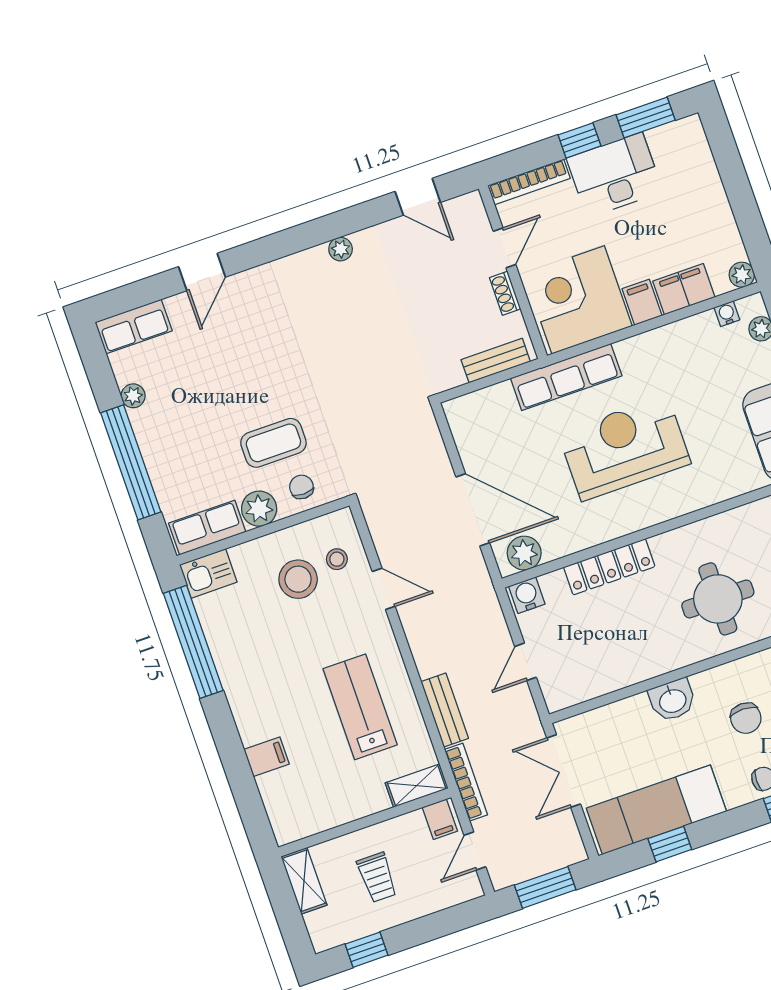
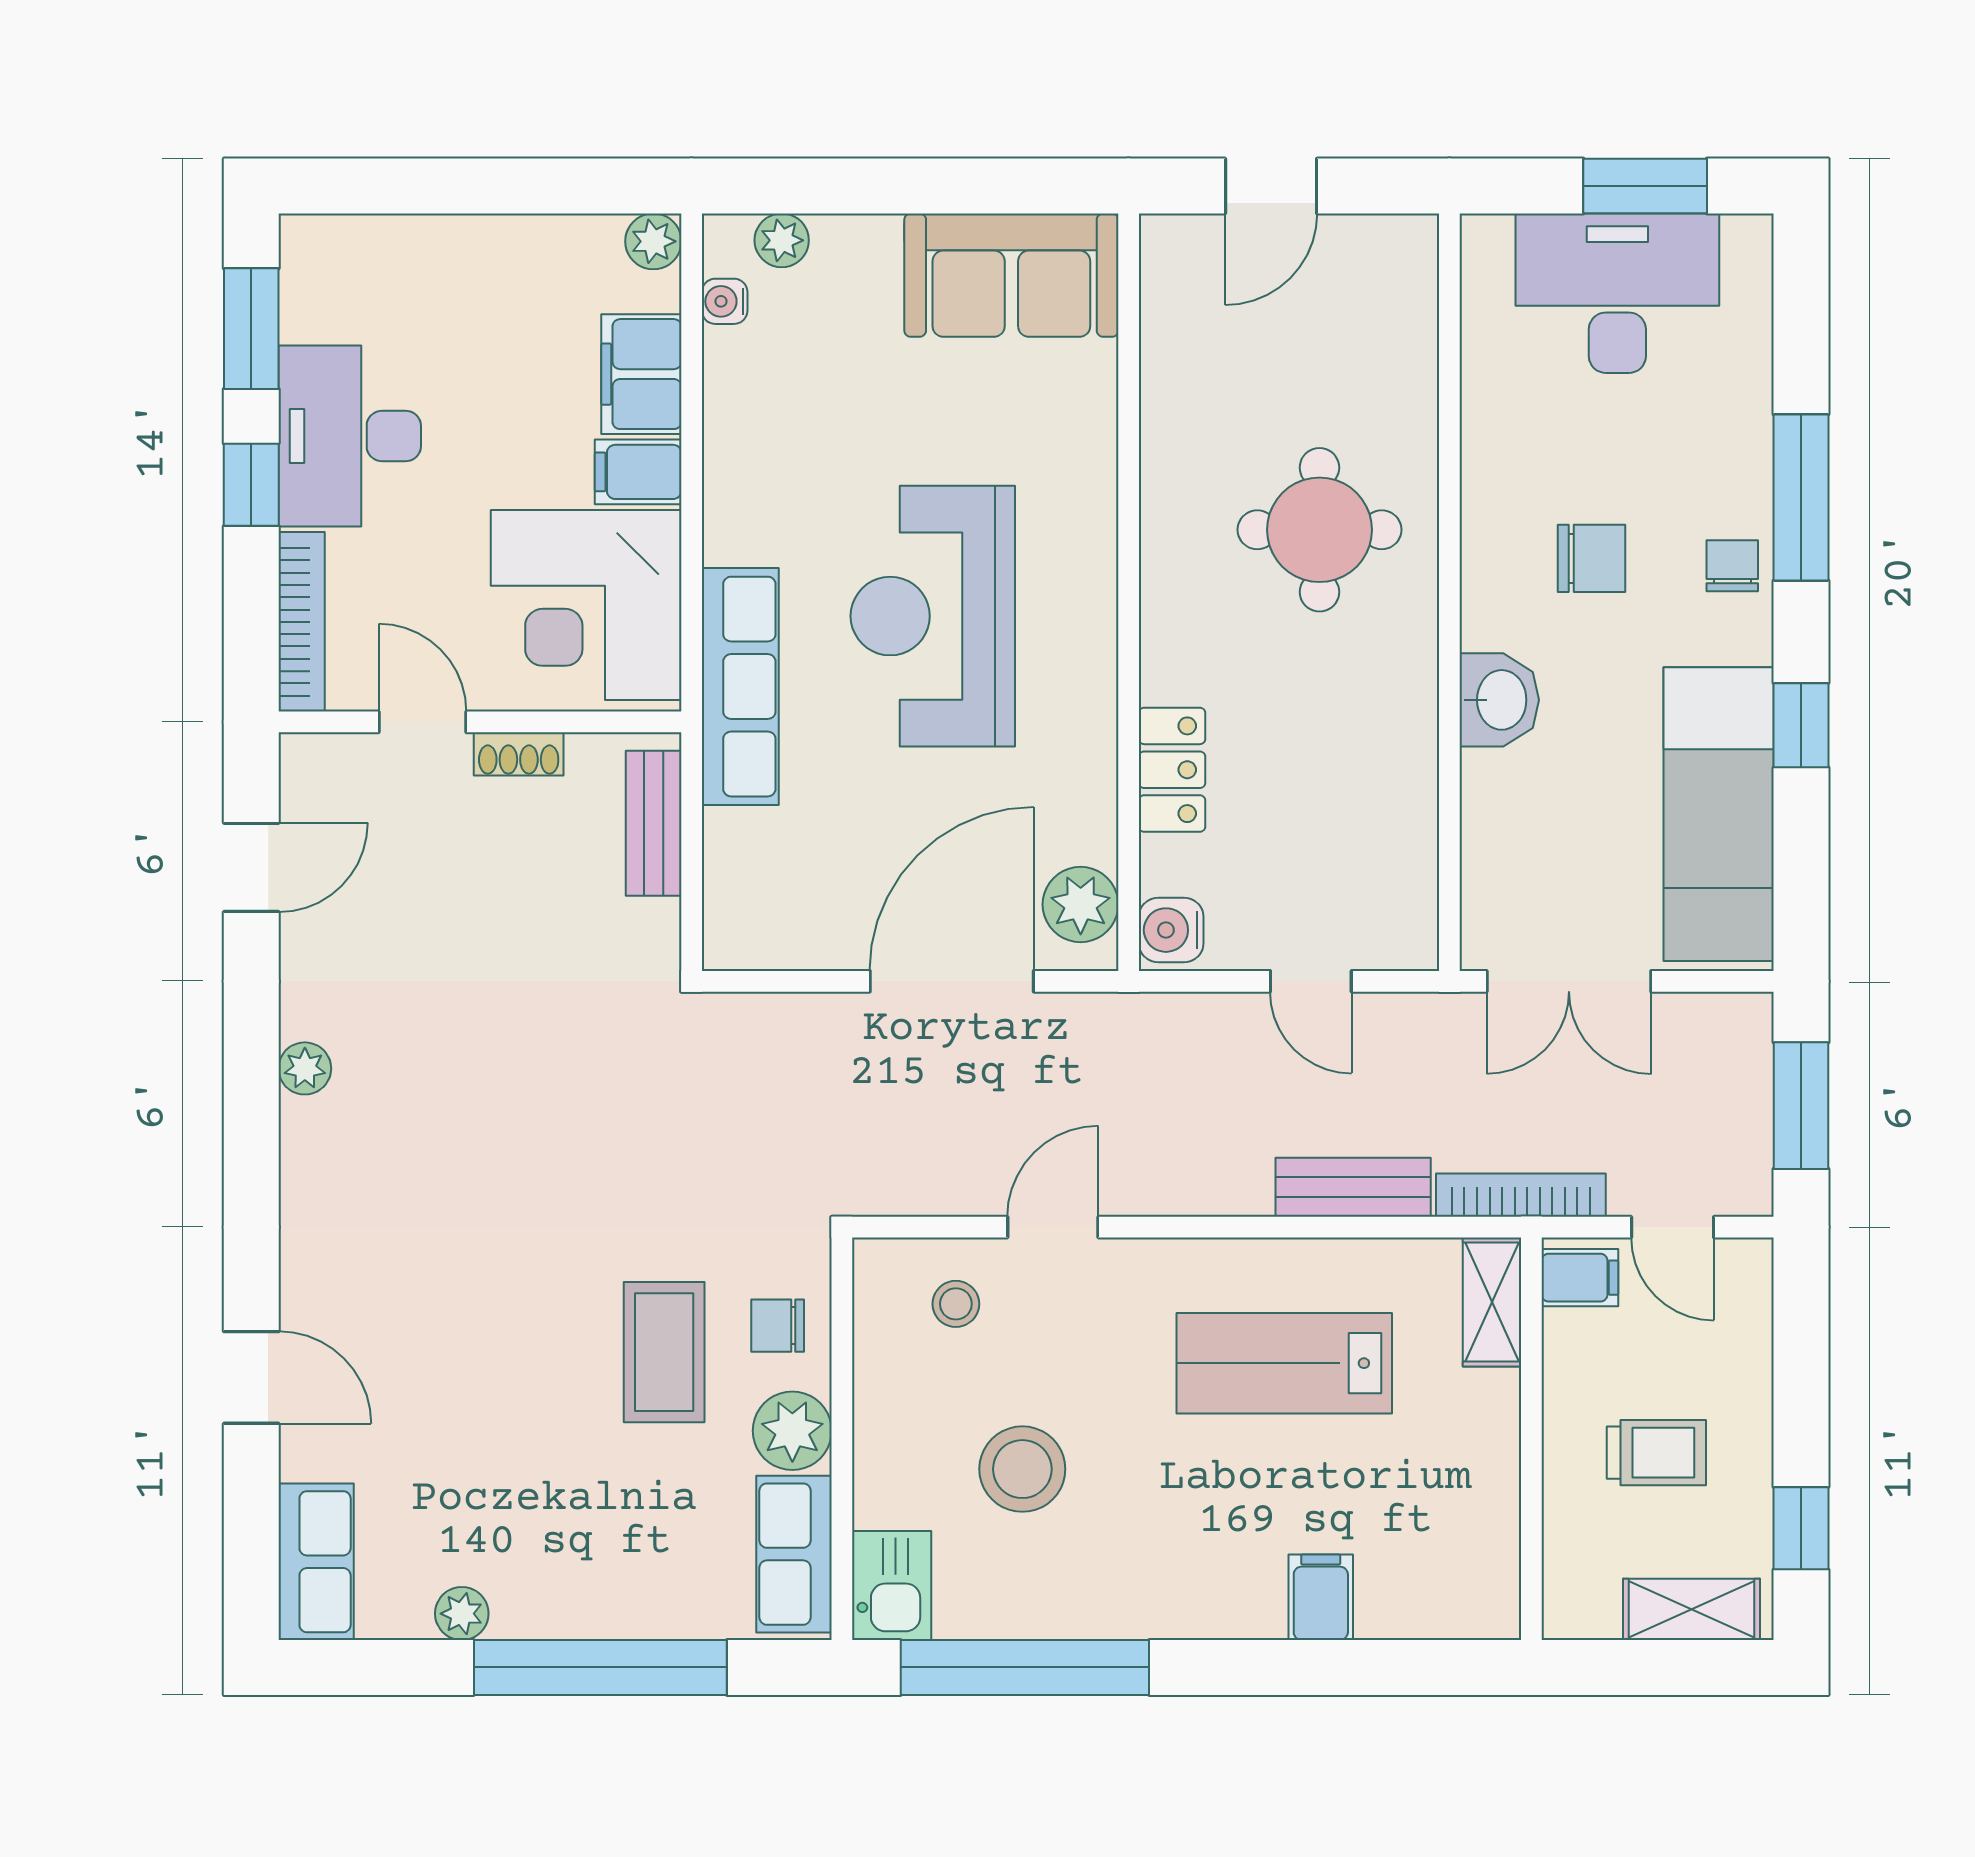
locker: (609, 567) -> (1172, 770), width x0.66
stool: (298, 579) -> (1022, 1469), moved
window: (670, 844) -> (1801, 725), moved
shelving: (304, 881) -> (1692, 1609), moved

